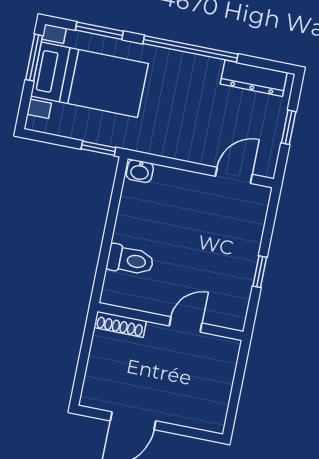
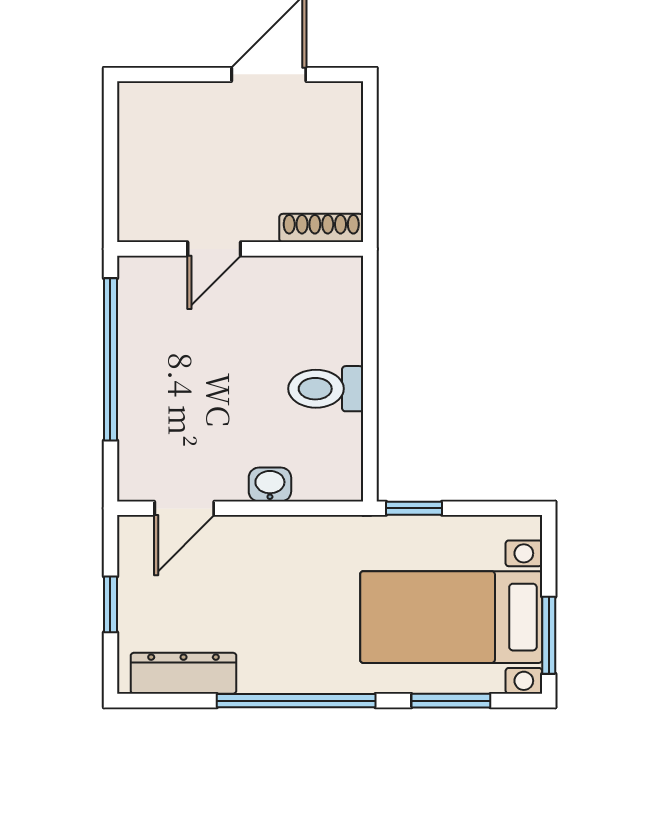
washbasin: (140, 171) -> (270, 484), moved
toilet: (130, 260) -> (326, 389), moved
window: (260, 272) -> (110, 359), width x3.17

